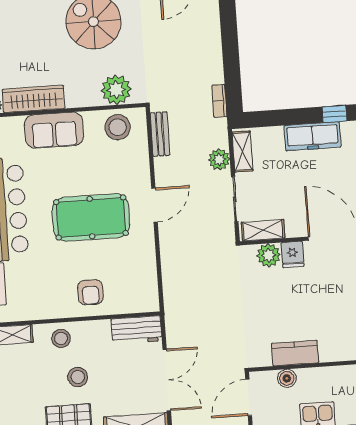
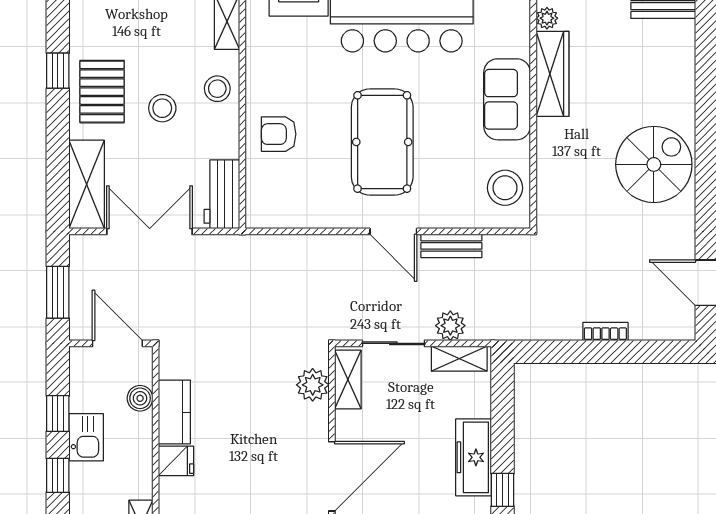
plant: (116, 90) -> (557, 189), removed
bookcase: (219, 101) -> (605, 331), moved
bench: (160, 134) -> (451, 246), moved
fridge: (293, 254) -> (176, 461), moved, turned 180
double door: (167, 380) -> (150, 231), swing flipped

